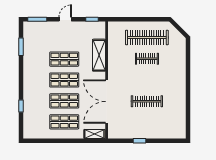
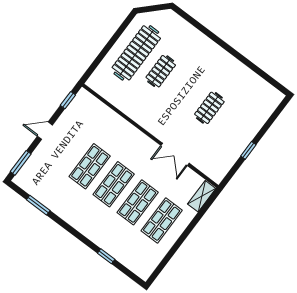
door: (65, 19) -> (45, 131), hinge flipped
shelving: (99, 55) -> (115, 123), removed
clothes rail: (147, 101) -> (209, 108), width x0.73
double door: (107, 102) -> (175, 154), width x0.54

